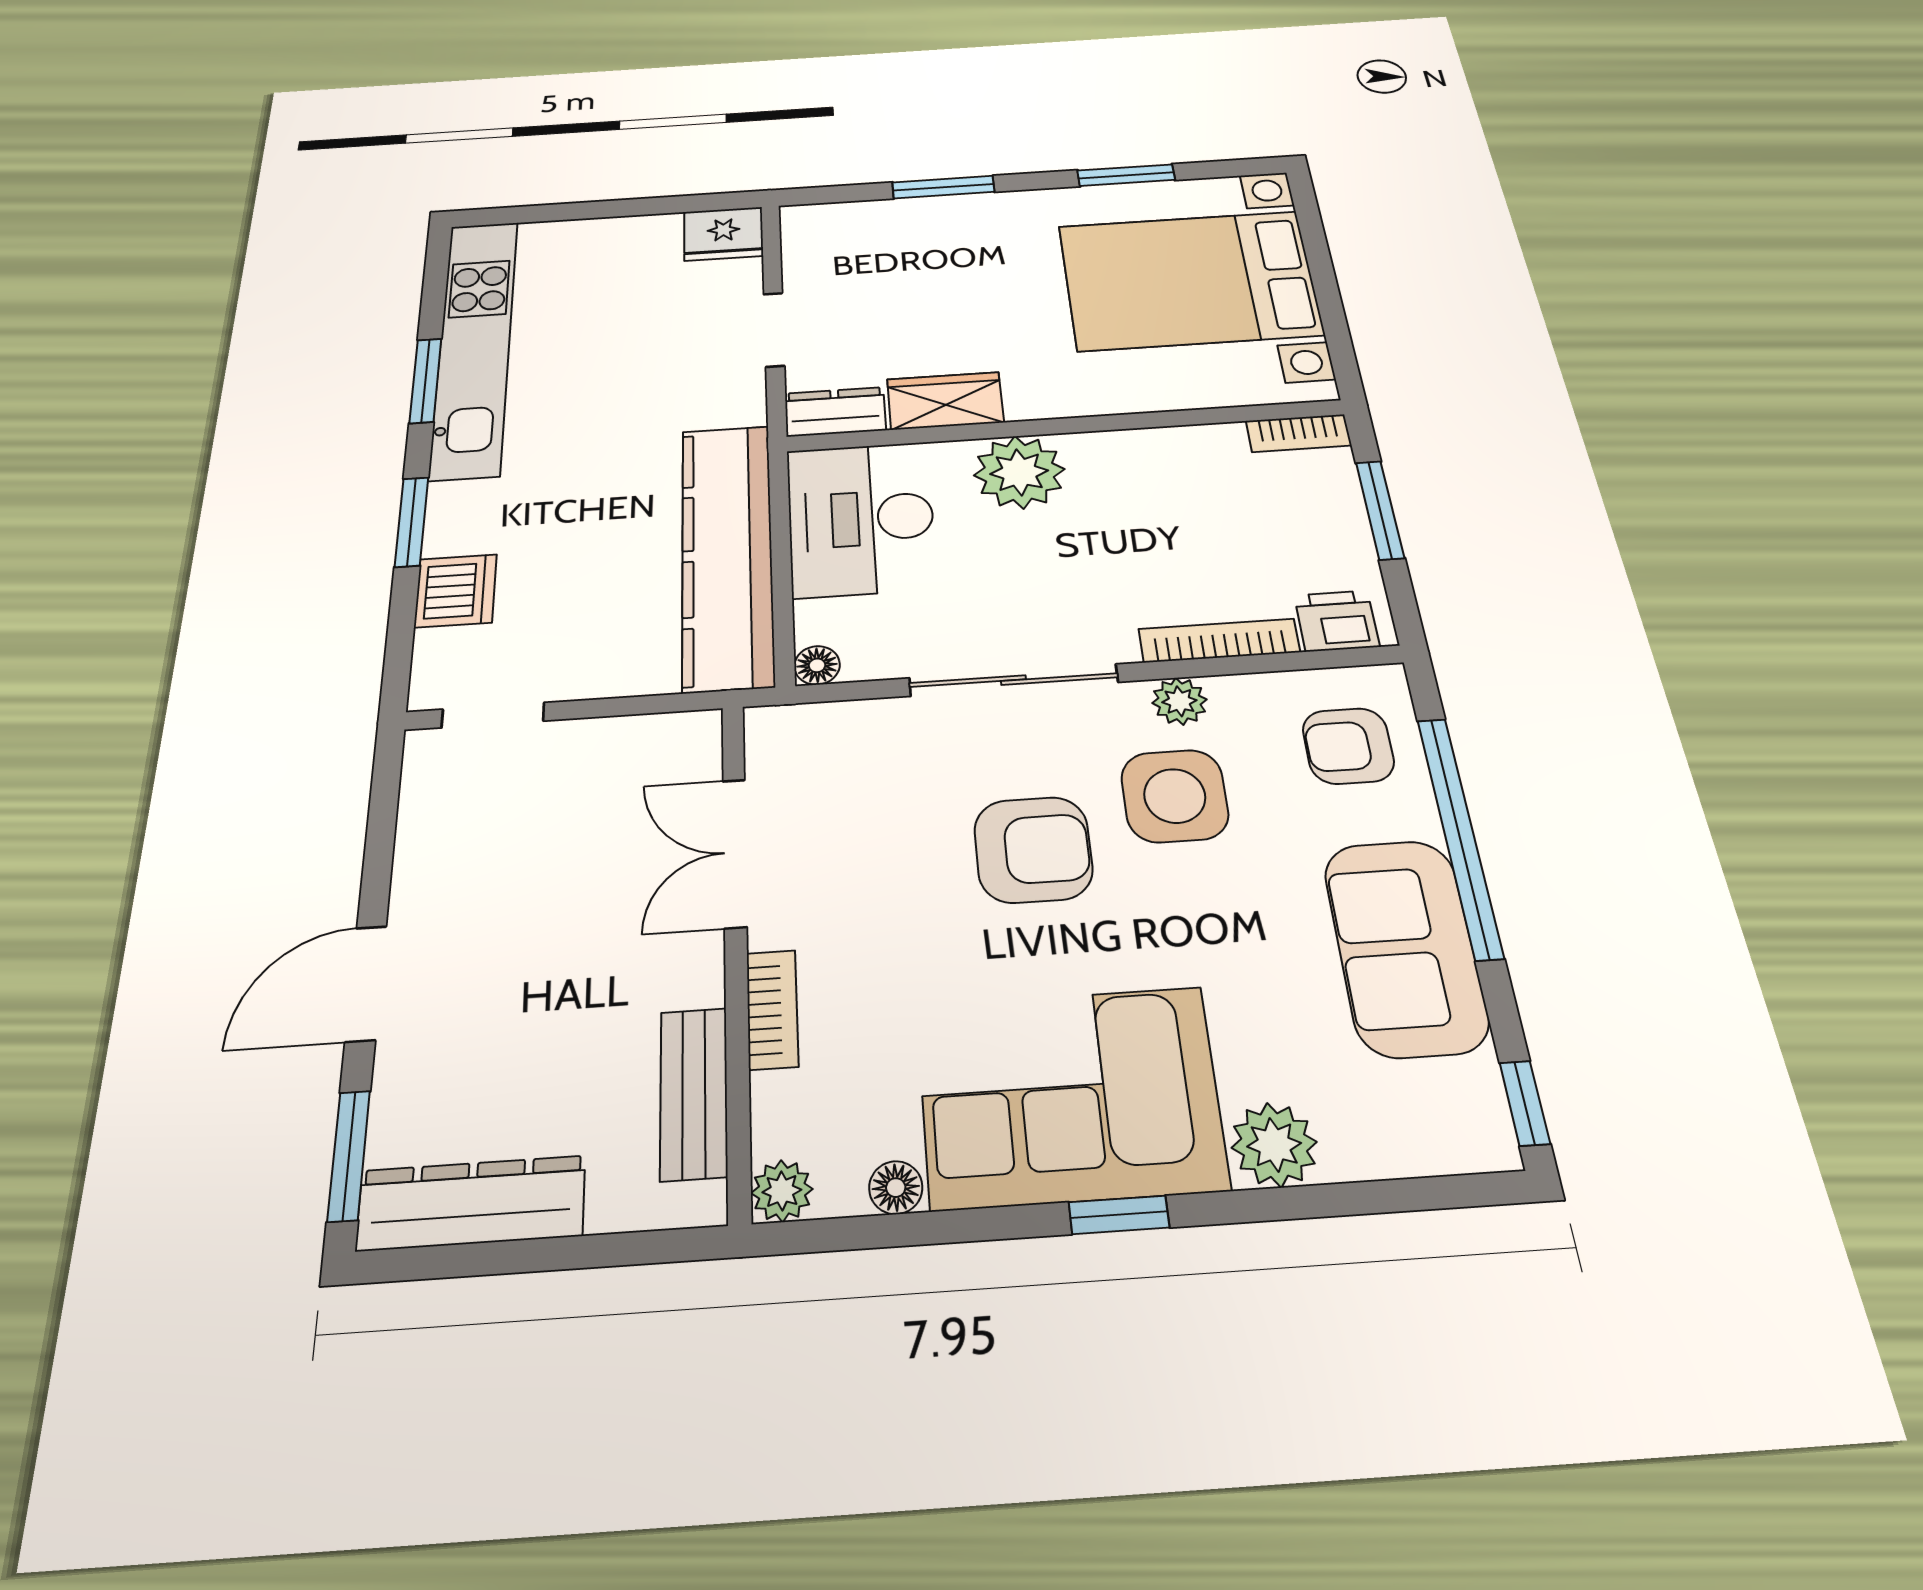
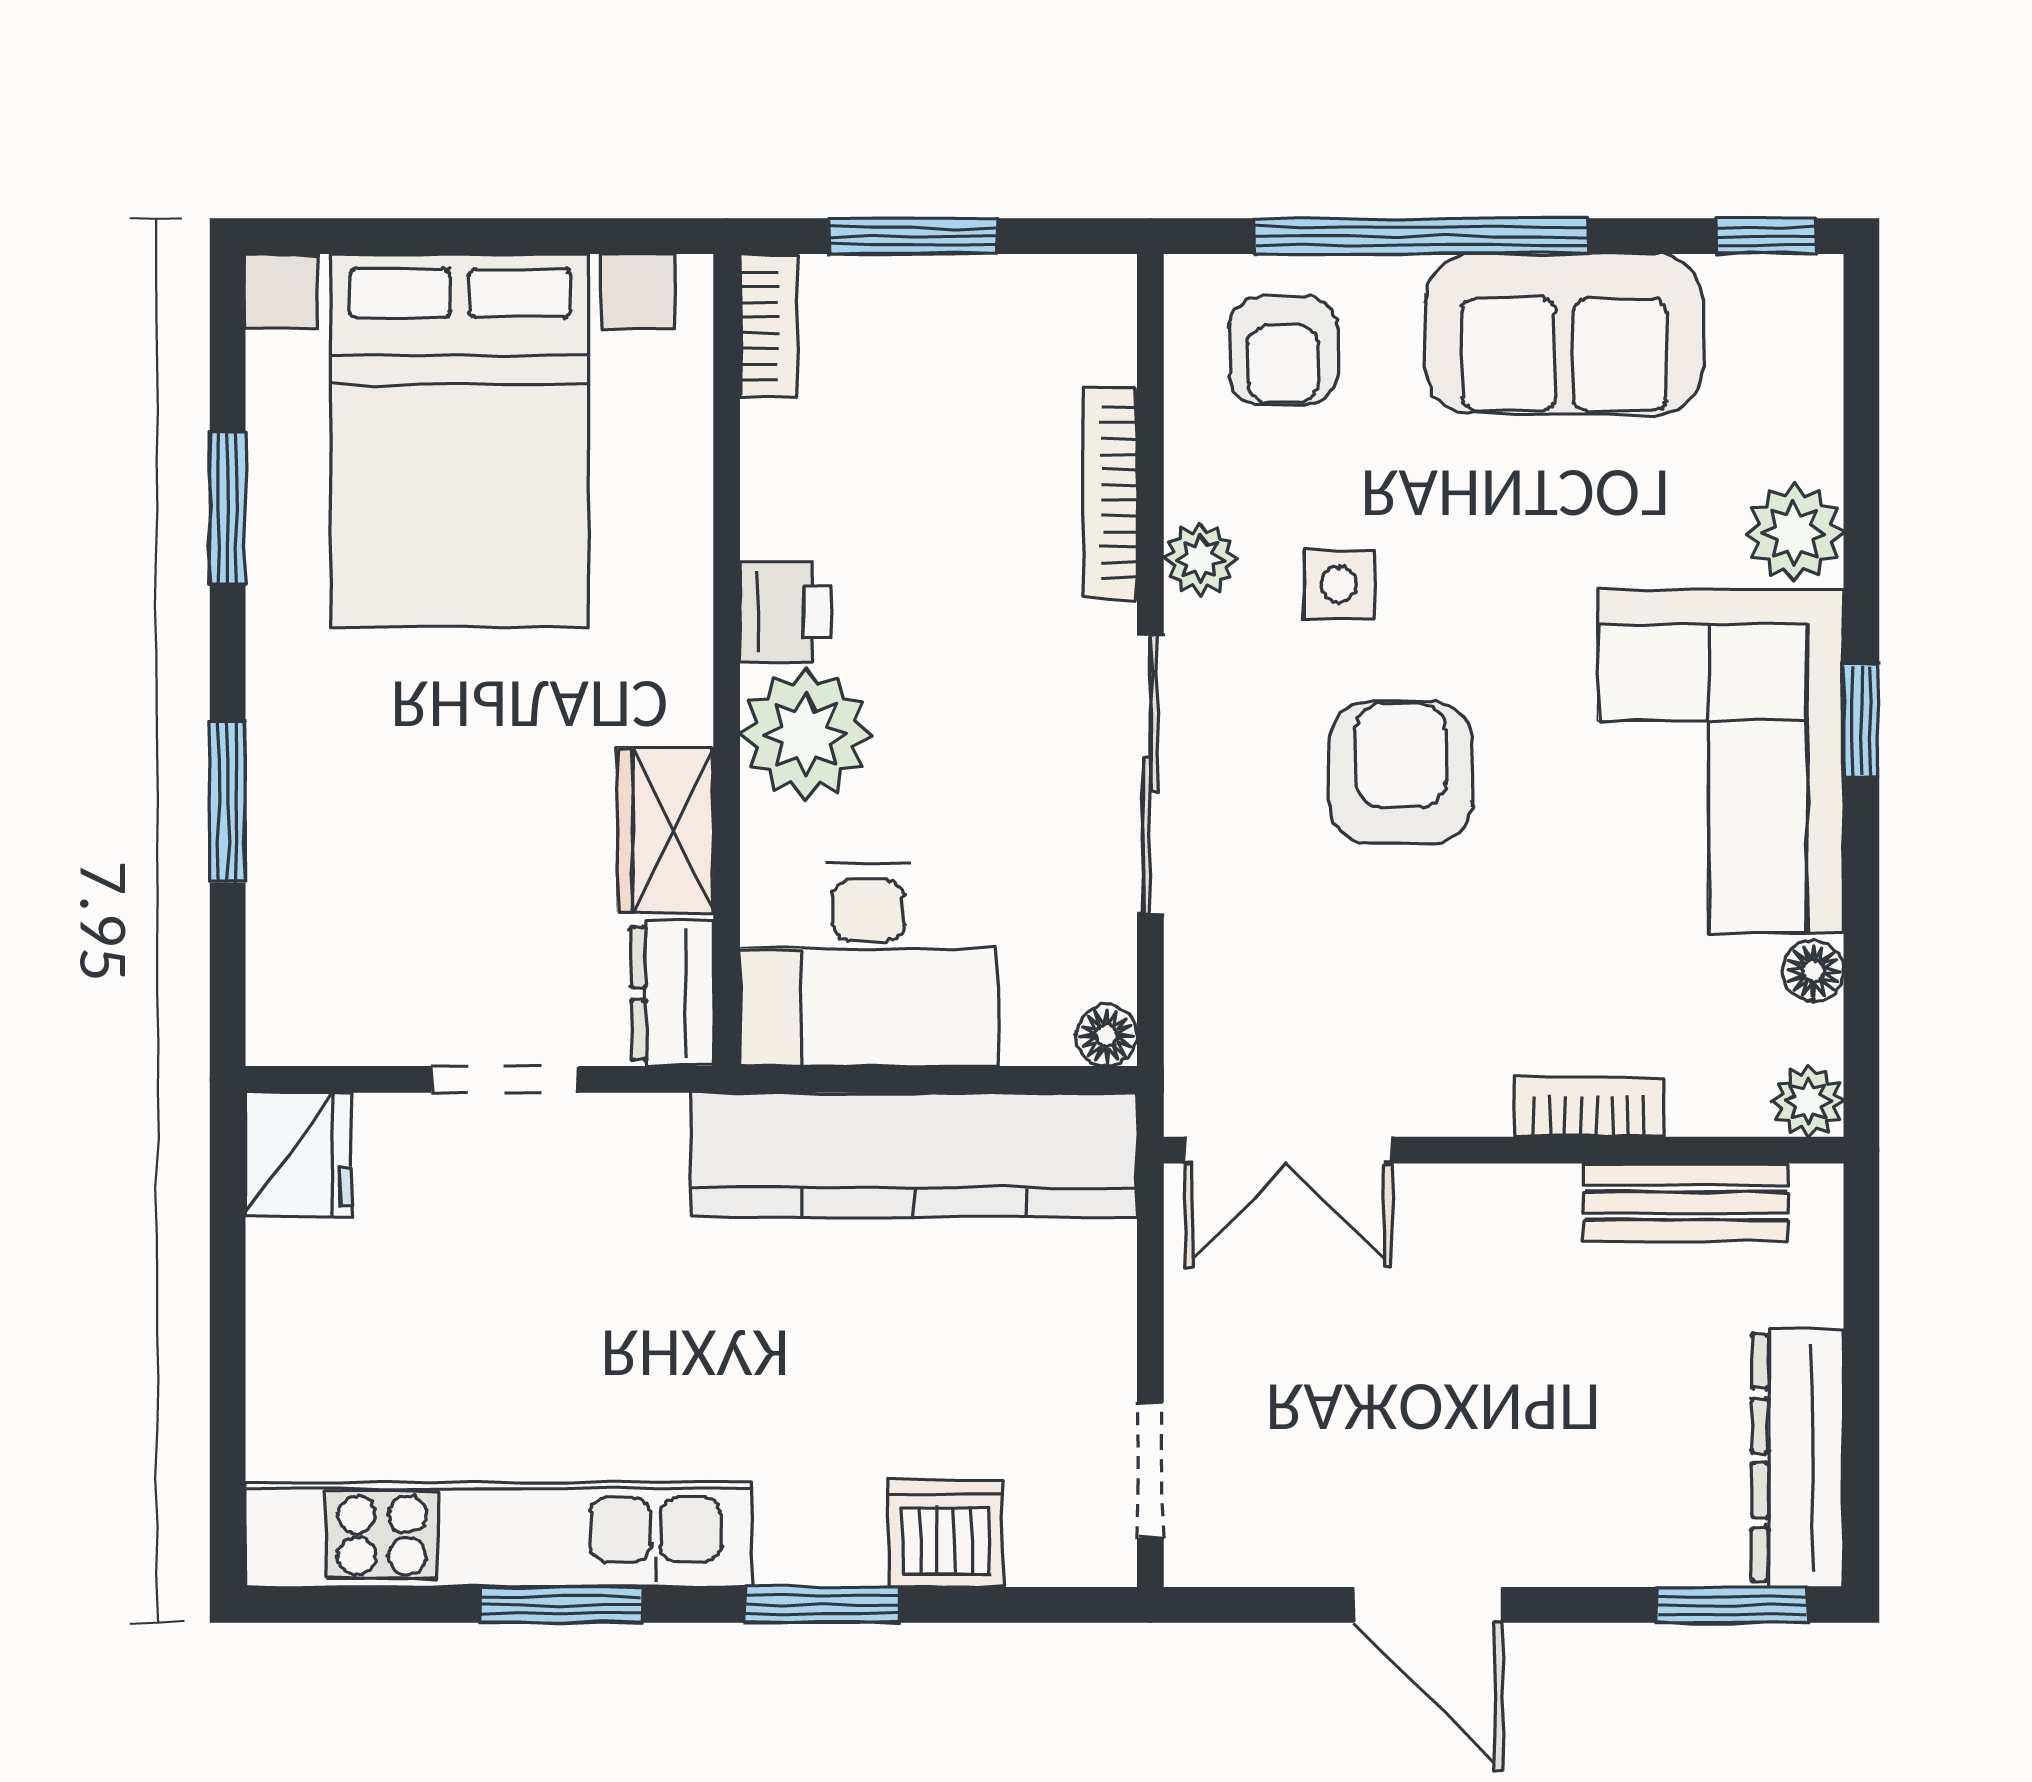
printer: (1337, 621) -> (785, 612), moved, turned 180
side table: (1175, 796) -> (1339, 585), width x0.54, depth x0.54
double door: (735, 853) -> (1288, 1150), moved
door: (366, 983) -> (1428, 1605), moved

